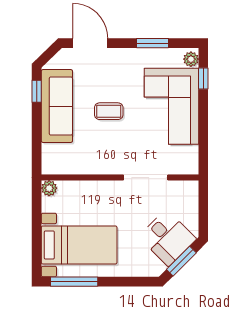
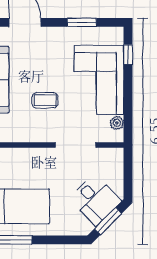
plant: (191, 59) -> (117, 123), moved
coffee table: (109, 111) -> (45, 100), moved

